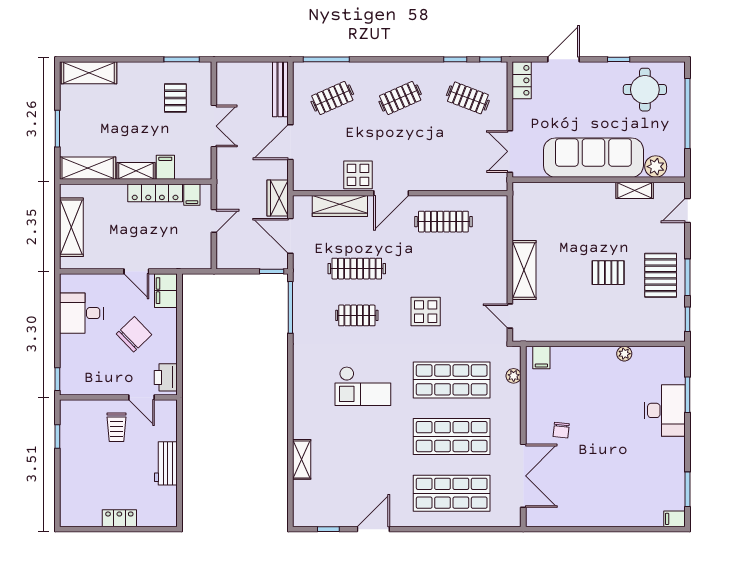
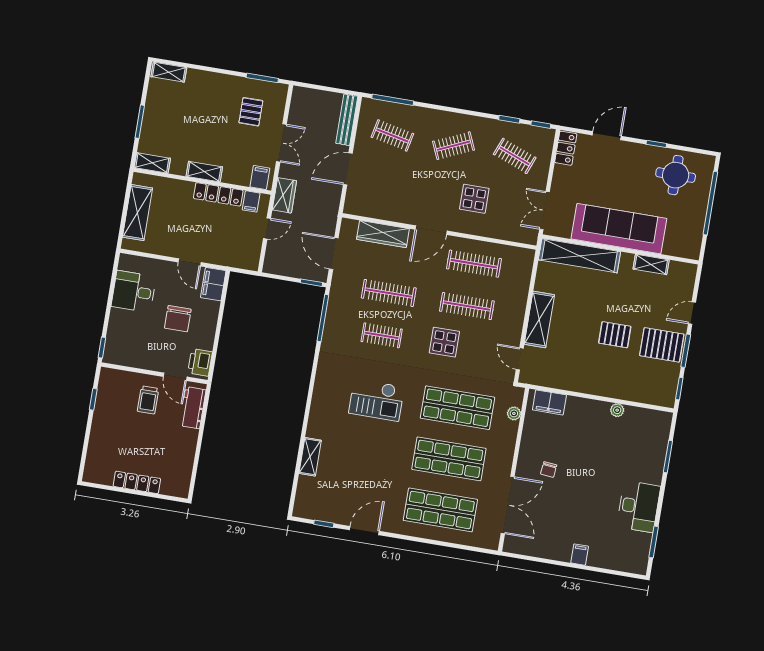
shelving: (89, 73) -> (169, 72), width x0.67, depth x0.75
clothes rail: (332, 98) -> (392, 135), turned 36
filing cabinet: (165, 167) -> (260, 178), moved
plant: (656, 167) -> (674, 246), removed
shelving: (88, 168) -> (152, 163), width x0.67, depth x0.75
display table: (358, 175) -> (474, 199), moved
shelving: (556, 194) -> (579, 256), added
wardrobe: (278, 198) -> (284, 195), moved, turned 180
door: (688, 210) -> (692, 313), moved
clothes rail: (443, 269) -> (467, 306), added
pallet: (661, 275) -> (662, 345), turned 90
chair: (134, 334) -> (178, 319), turned 134
filing cabinet: (541, 358) -> (549, 402), width x2.00
desk: (665, 410) -> (639, 506), moved
workbench: (166, 463) -> (193, 408), moved
locker: (119, 518) -> (137, 482), width x1.53
filing cabinet: (675, 519) -> (580, 555), moved, turned 90

